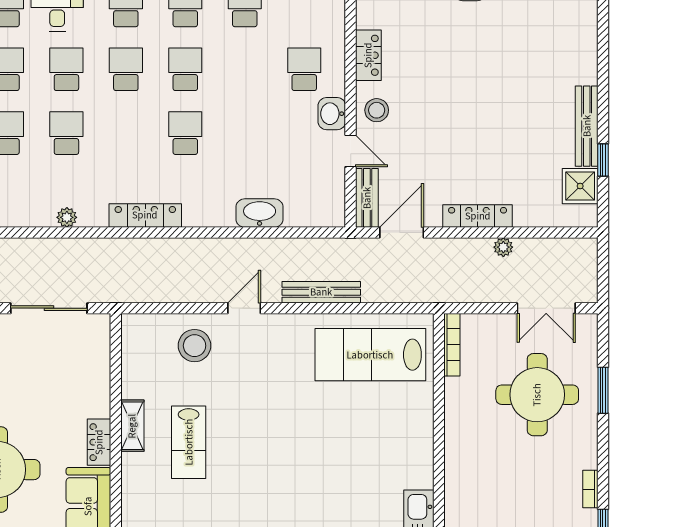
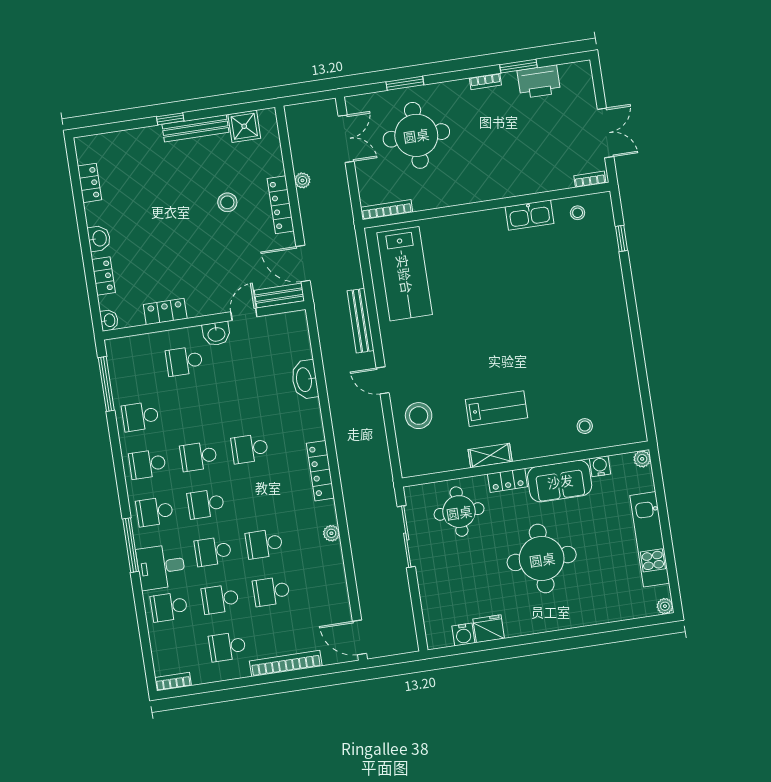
stool: (377, 110) -> (227, 202), moved
window: (603, 160) -> (170, 119), moved
round table: (70, 377) -> (459, 512), added

